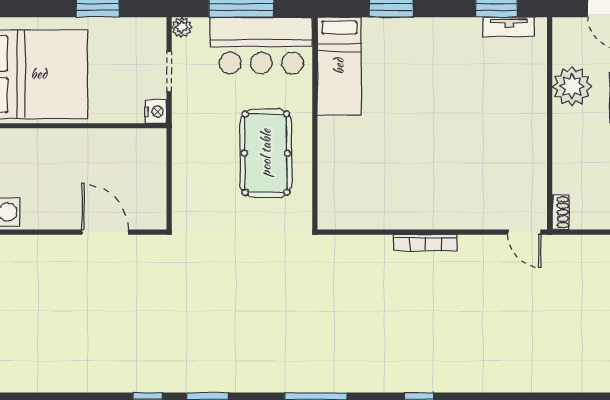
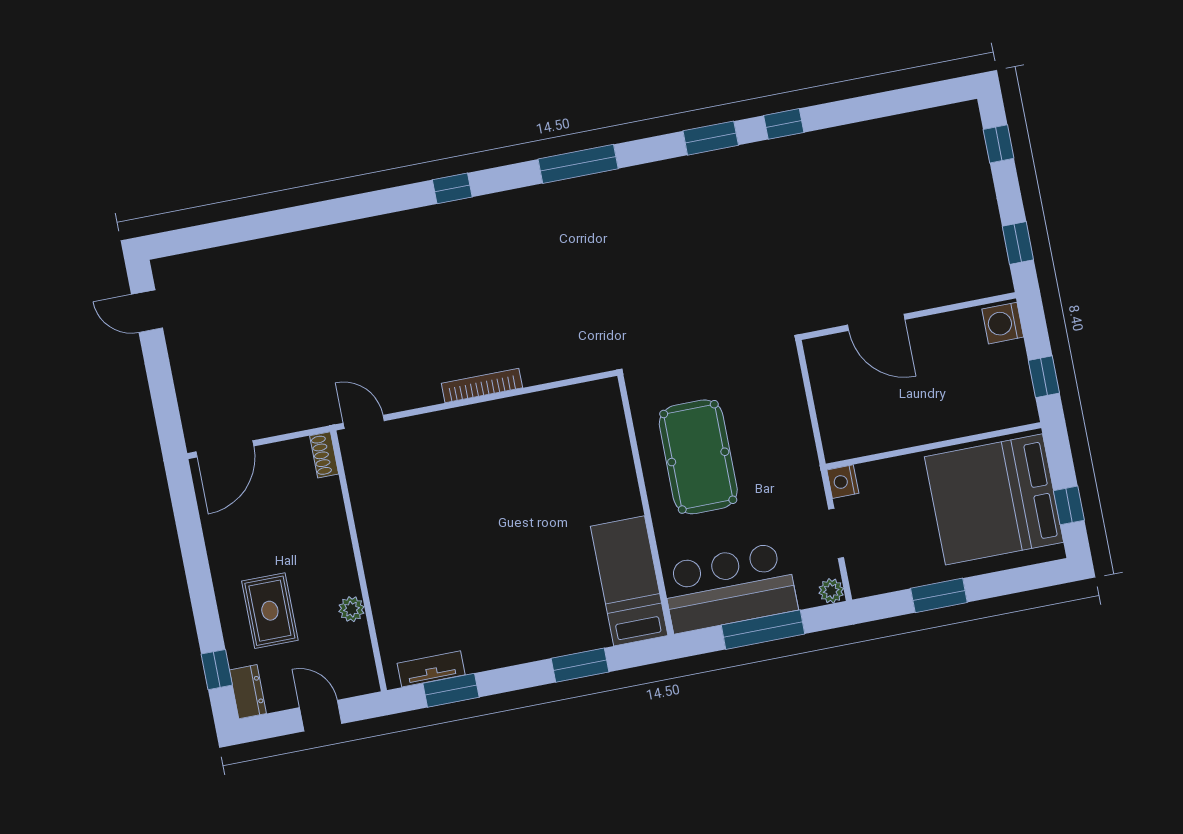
plant: (572, 86) -> (351, 609), width x0.53, depth x0.53

